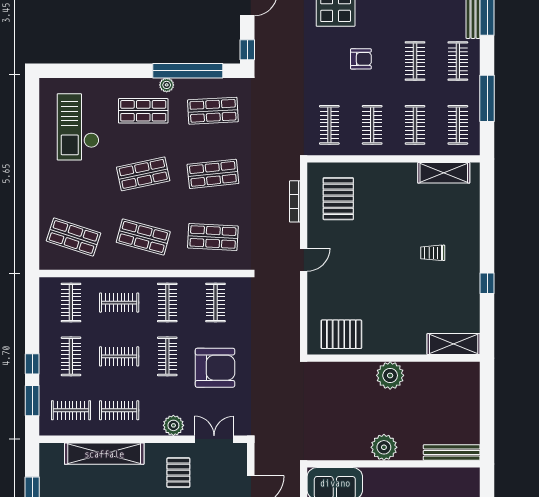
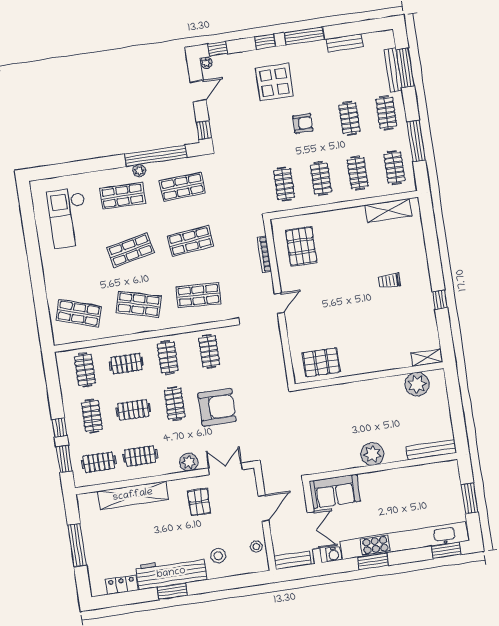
shelving: (454, 344) -> (427, 357), width x0.67, depth x0.75
plant: (390, 375) -> (417, 384), moved

